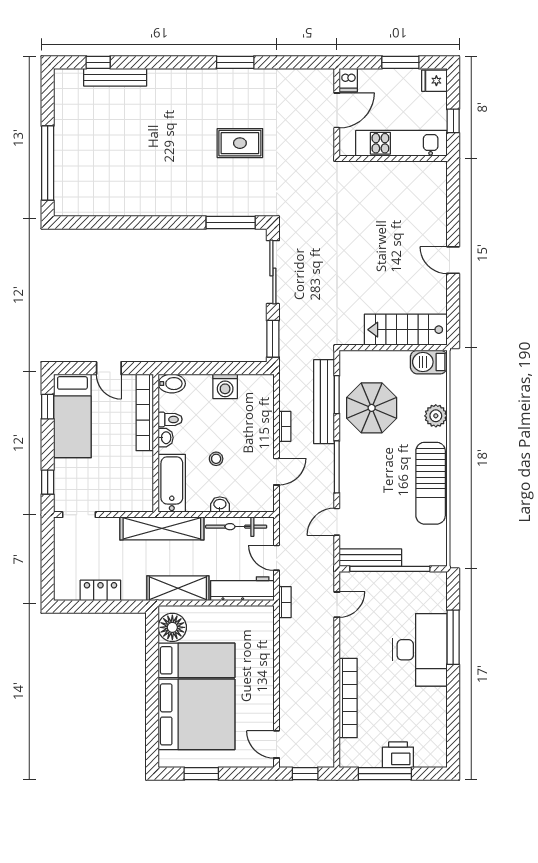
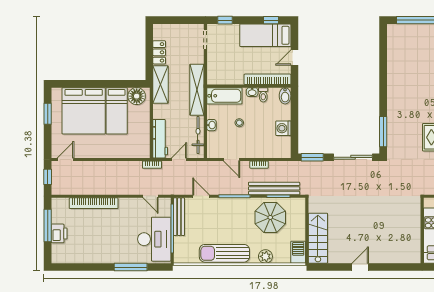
shelving: (178, 588) -> (160, 85), moved
desk: (420, 650) -> (154, 239), moved, turned -90

